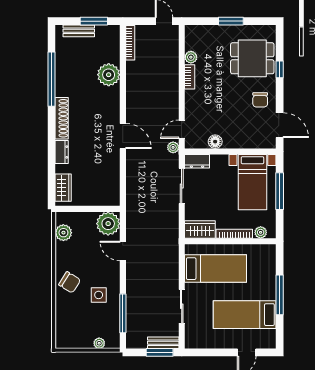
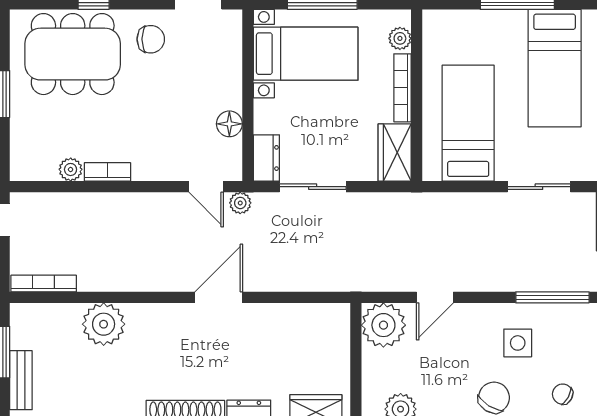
dining table: (252, 58) -> (73, 54), width x1.38
chair: (71, 319) -> (563, 394), added

